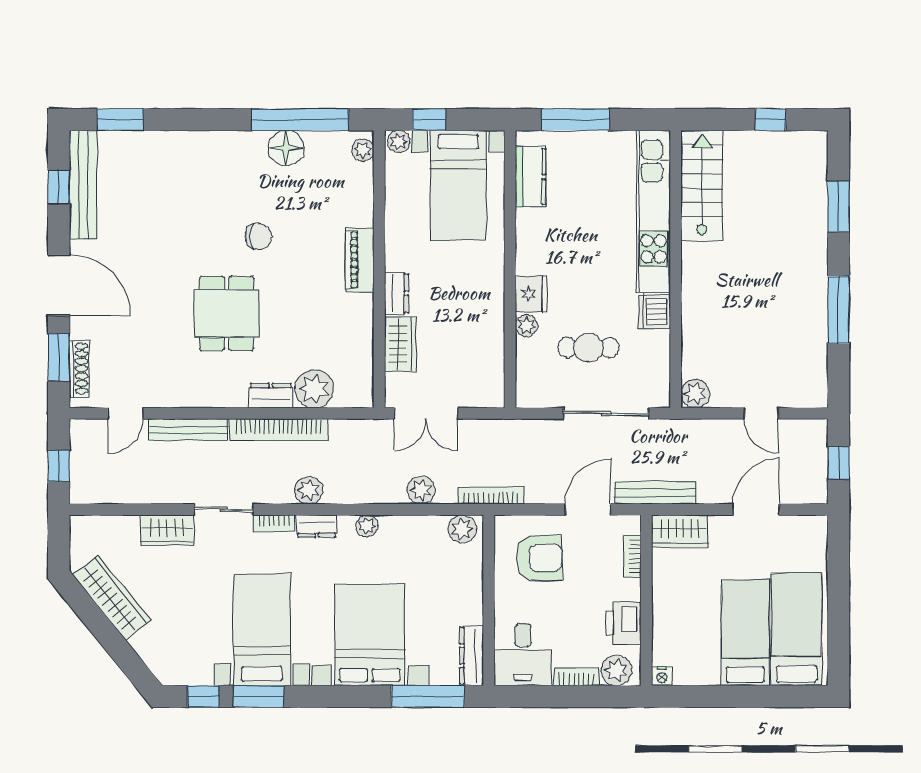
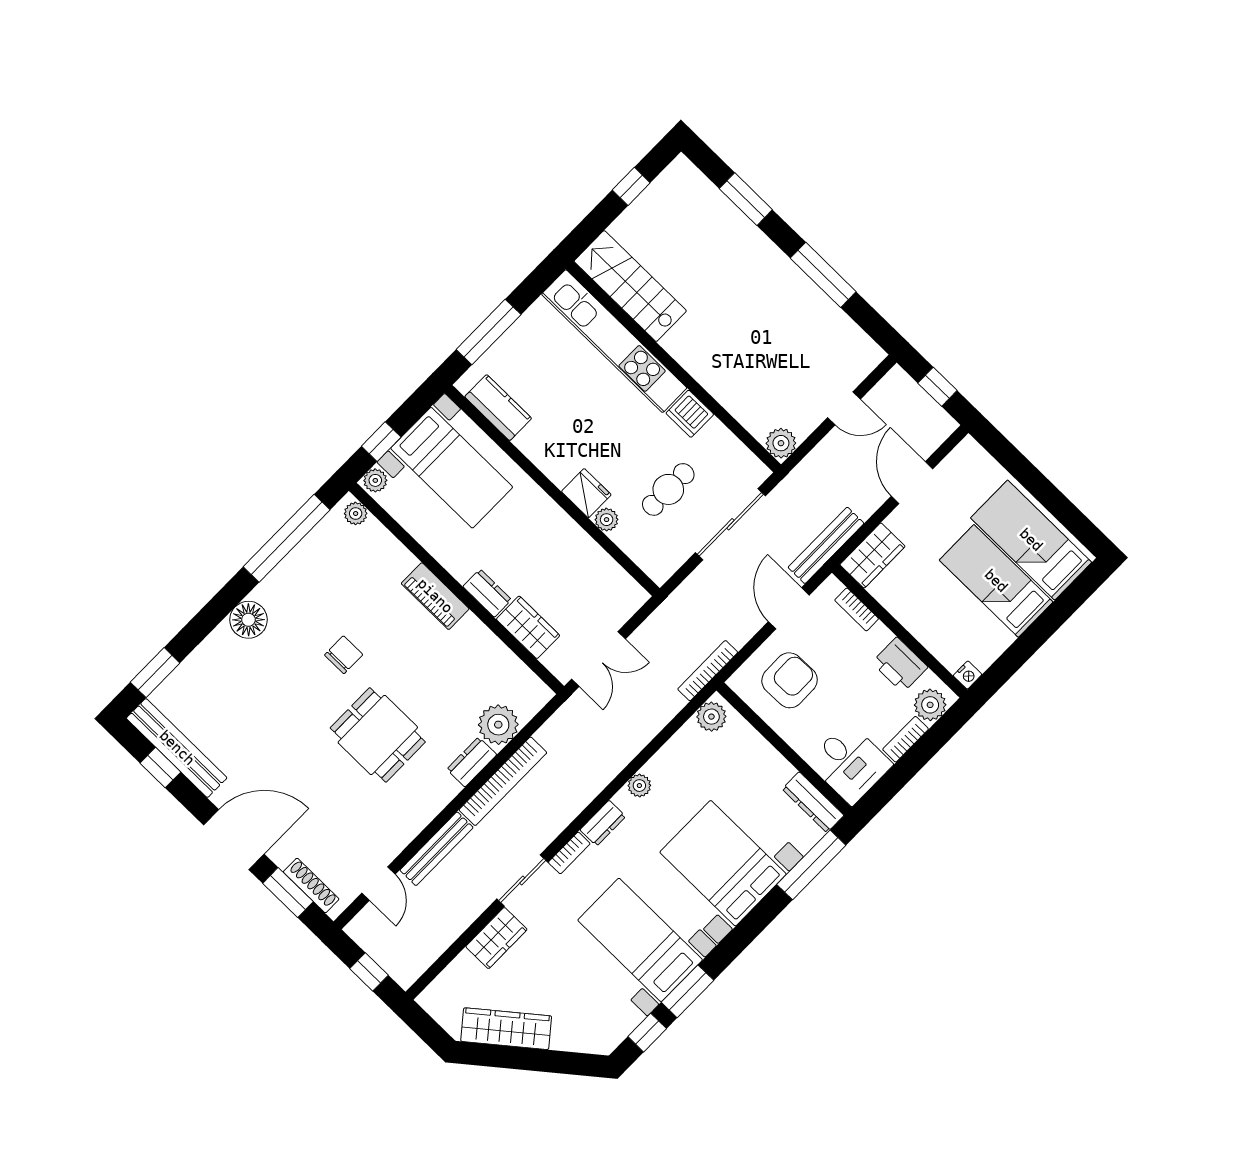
floor lamp: (286, 148) -> (248, 620), moved
plant: (309, 490) -> (570, 803), removed
plant: (421, 490) -> (652, 719), removed

